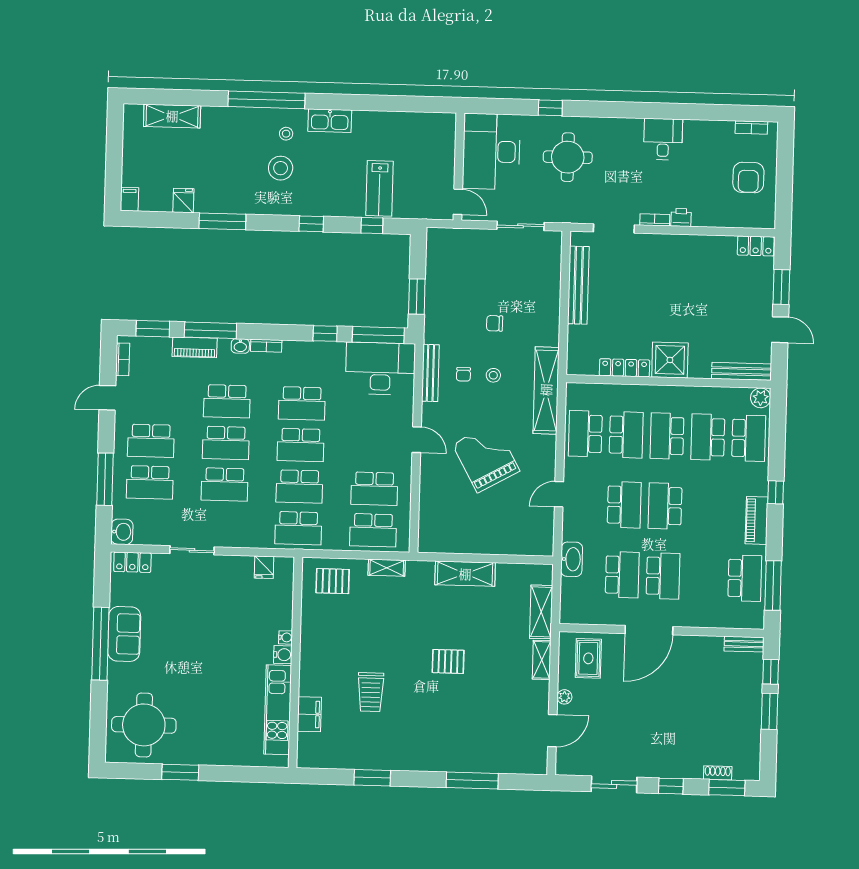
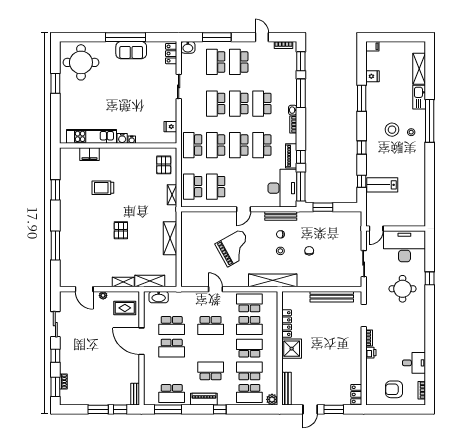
kitchen sink: (330, 121) -> (419, 97), moved
desk: (663, 139) -> (414, 363), moved
piano: (195, 347) -> (291, 156), moved
school desk: (665, 506) -> (211, 371), moved
washbasin: (572, 559) -> (159, 297), moved

